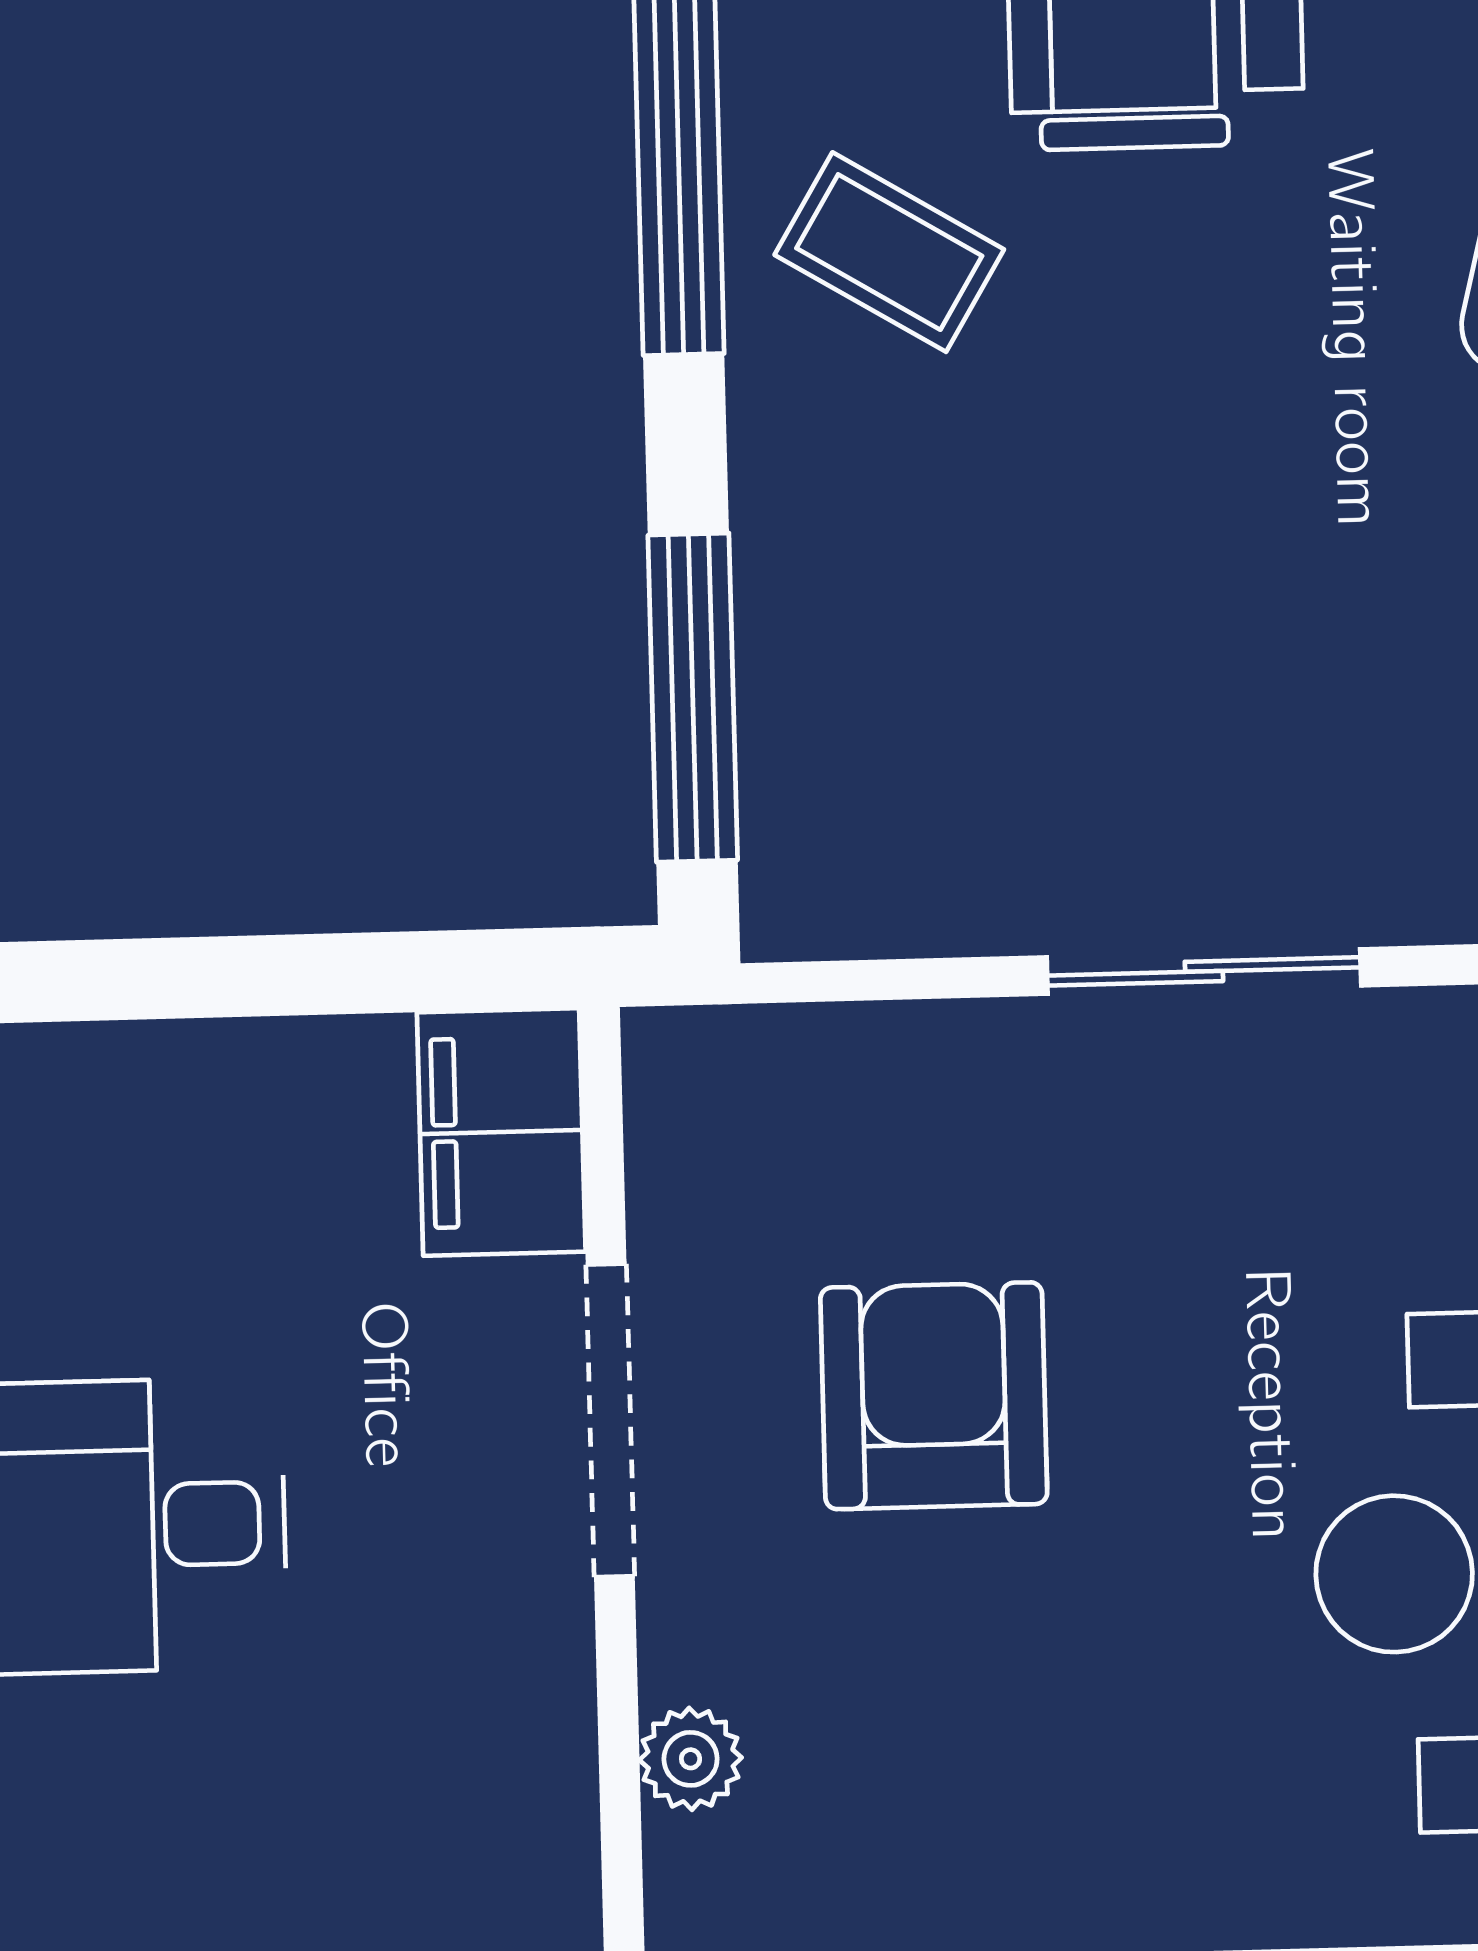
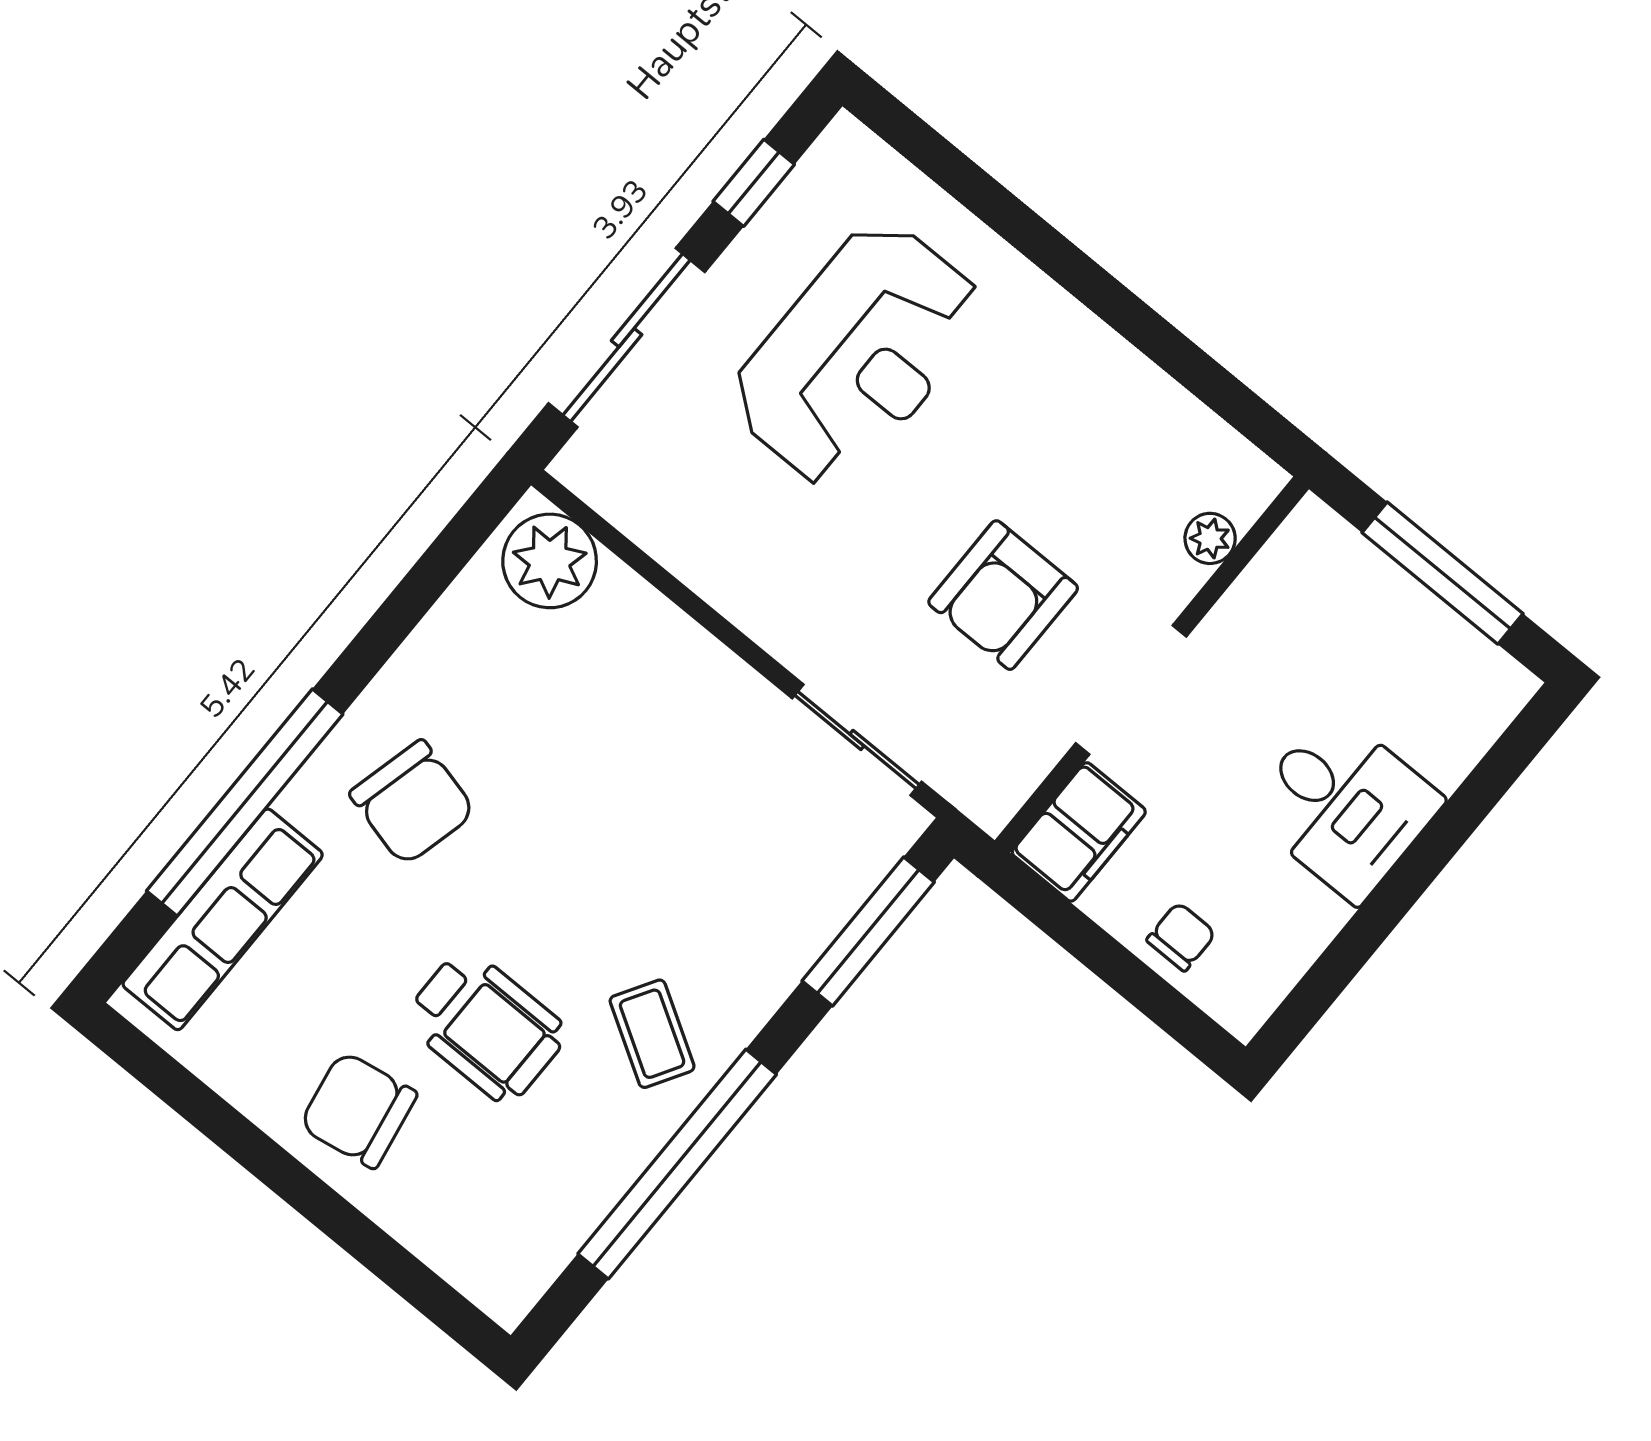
sliding door: (1204, 971) -> (857, 740), moved
chair: (204, 1107) -> (1181, 937), added

